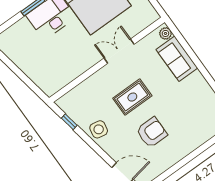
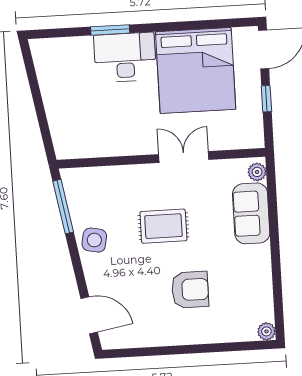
window: (69, 122) -> (63, 207), width x2.17
armchair: (152, 132) -> (190, 290), moved

